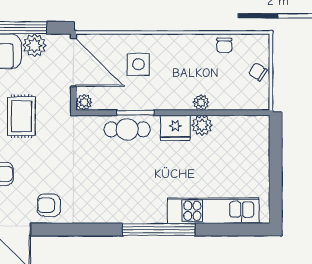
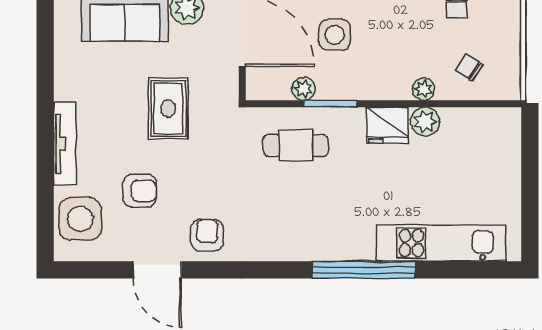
chair: (258, 72) -> (469, 68), moved
plant: (84, 102) -> (304, 89), moved
cafe table: (127, 129) -> (296, 145), moved
armchair: (49, 205) -> (207, 235), turned 90

